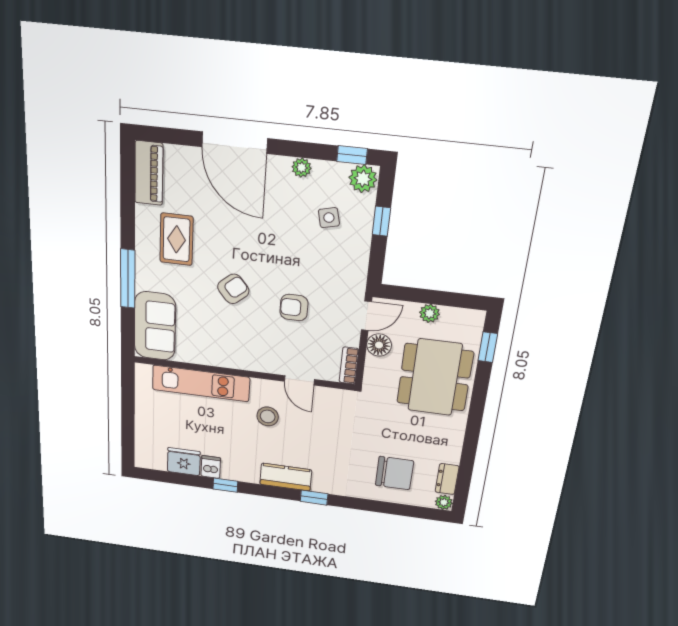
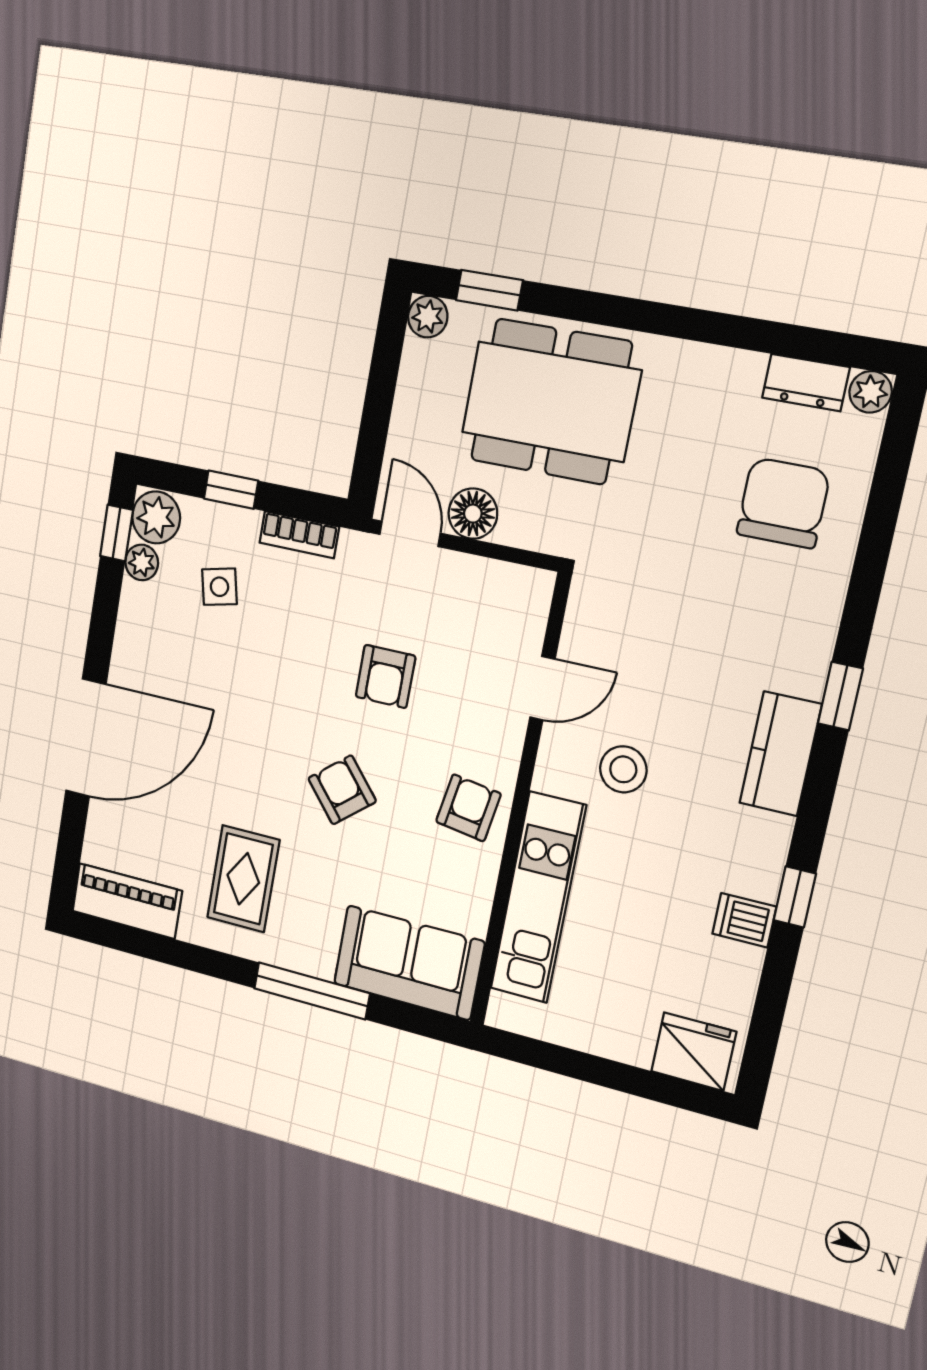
plant: (302, 168) -> (142, 562), moved
rug: (176, 239) -> (243, 879), turned 90
plant: (430, 313) -> (428, 317), moved
armchair: (237, 350) -> (468, 808), added
bookcase: (349, 366) -> (299, 535), moved
fridge: (184, 462) -> (694, 1052), moved, turned 90

